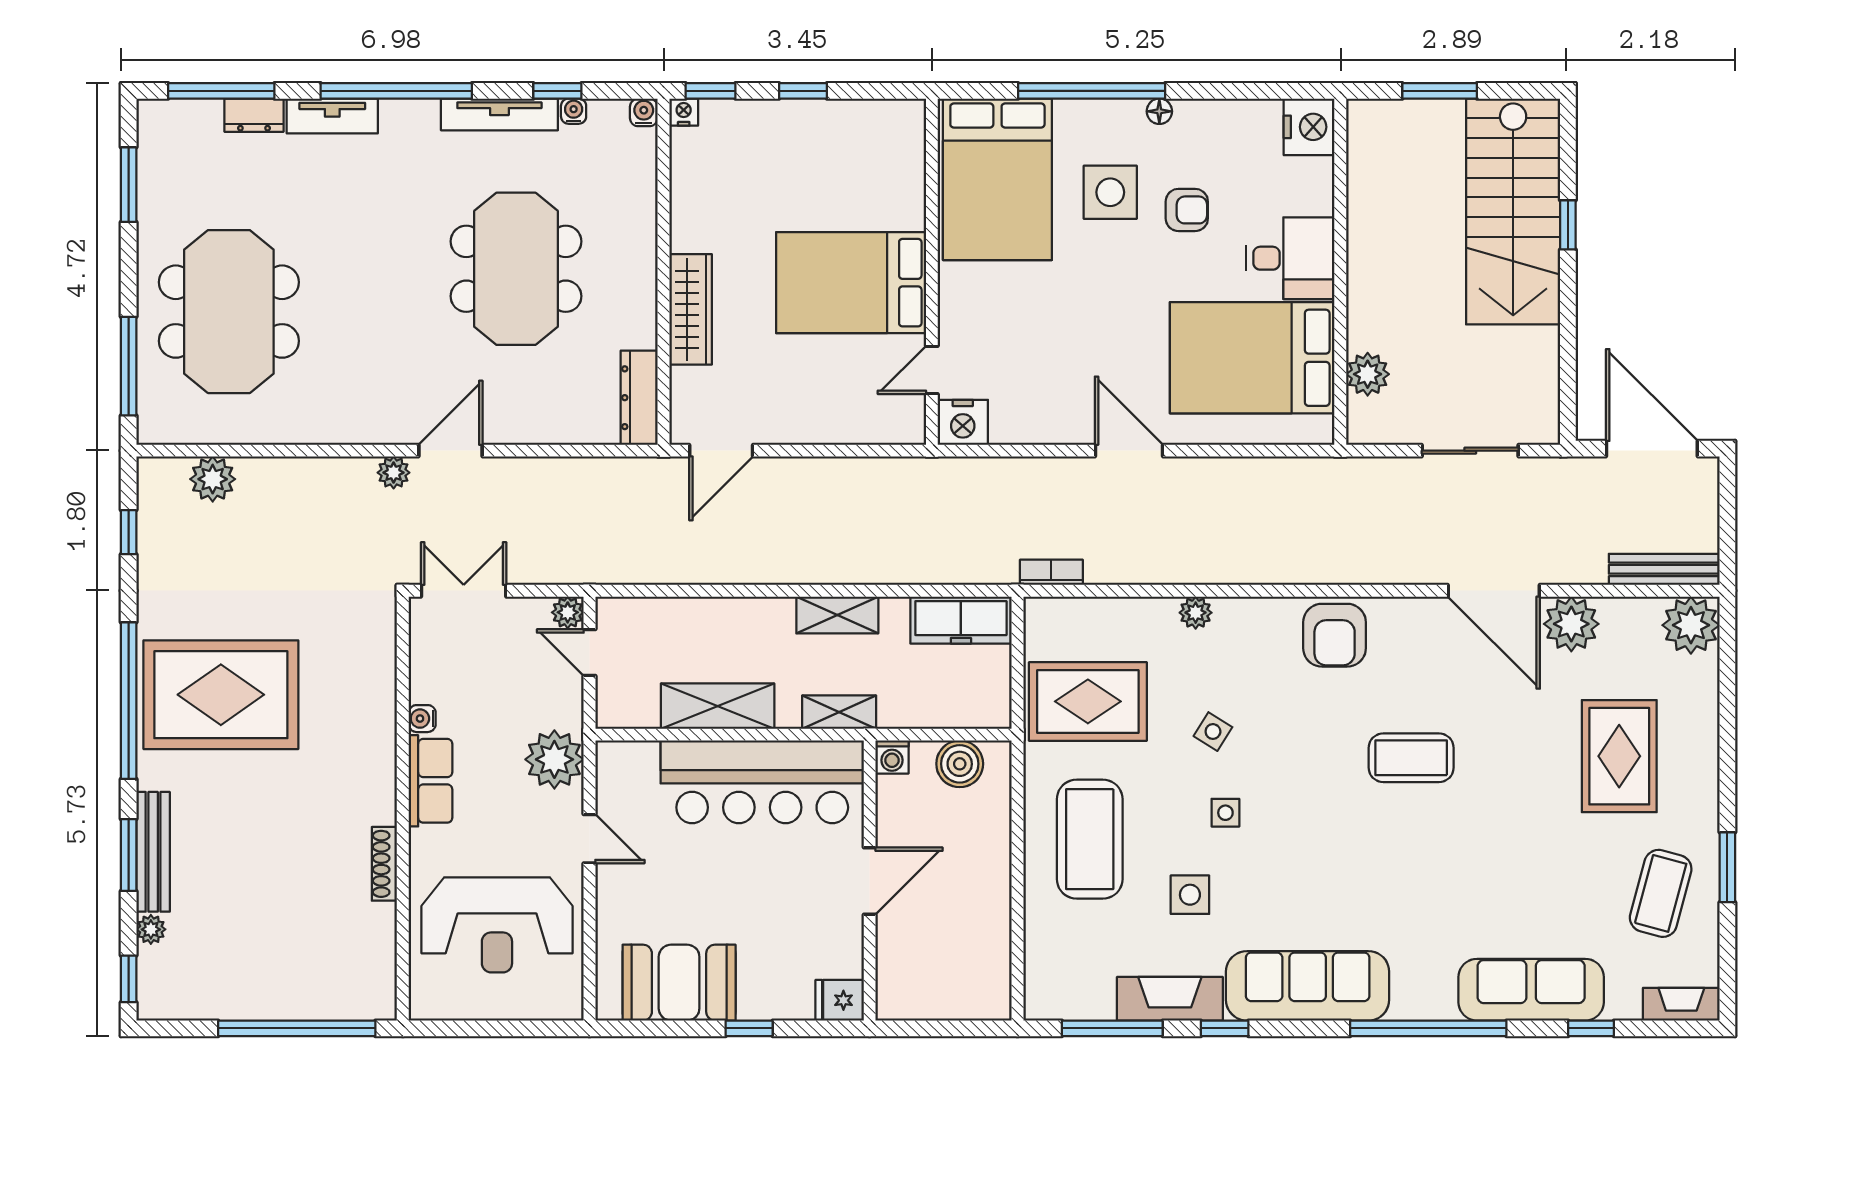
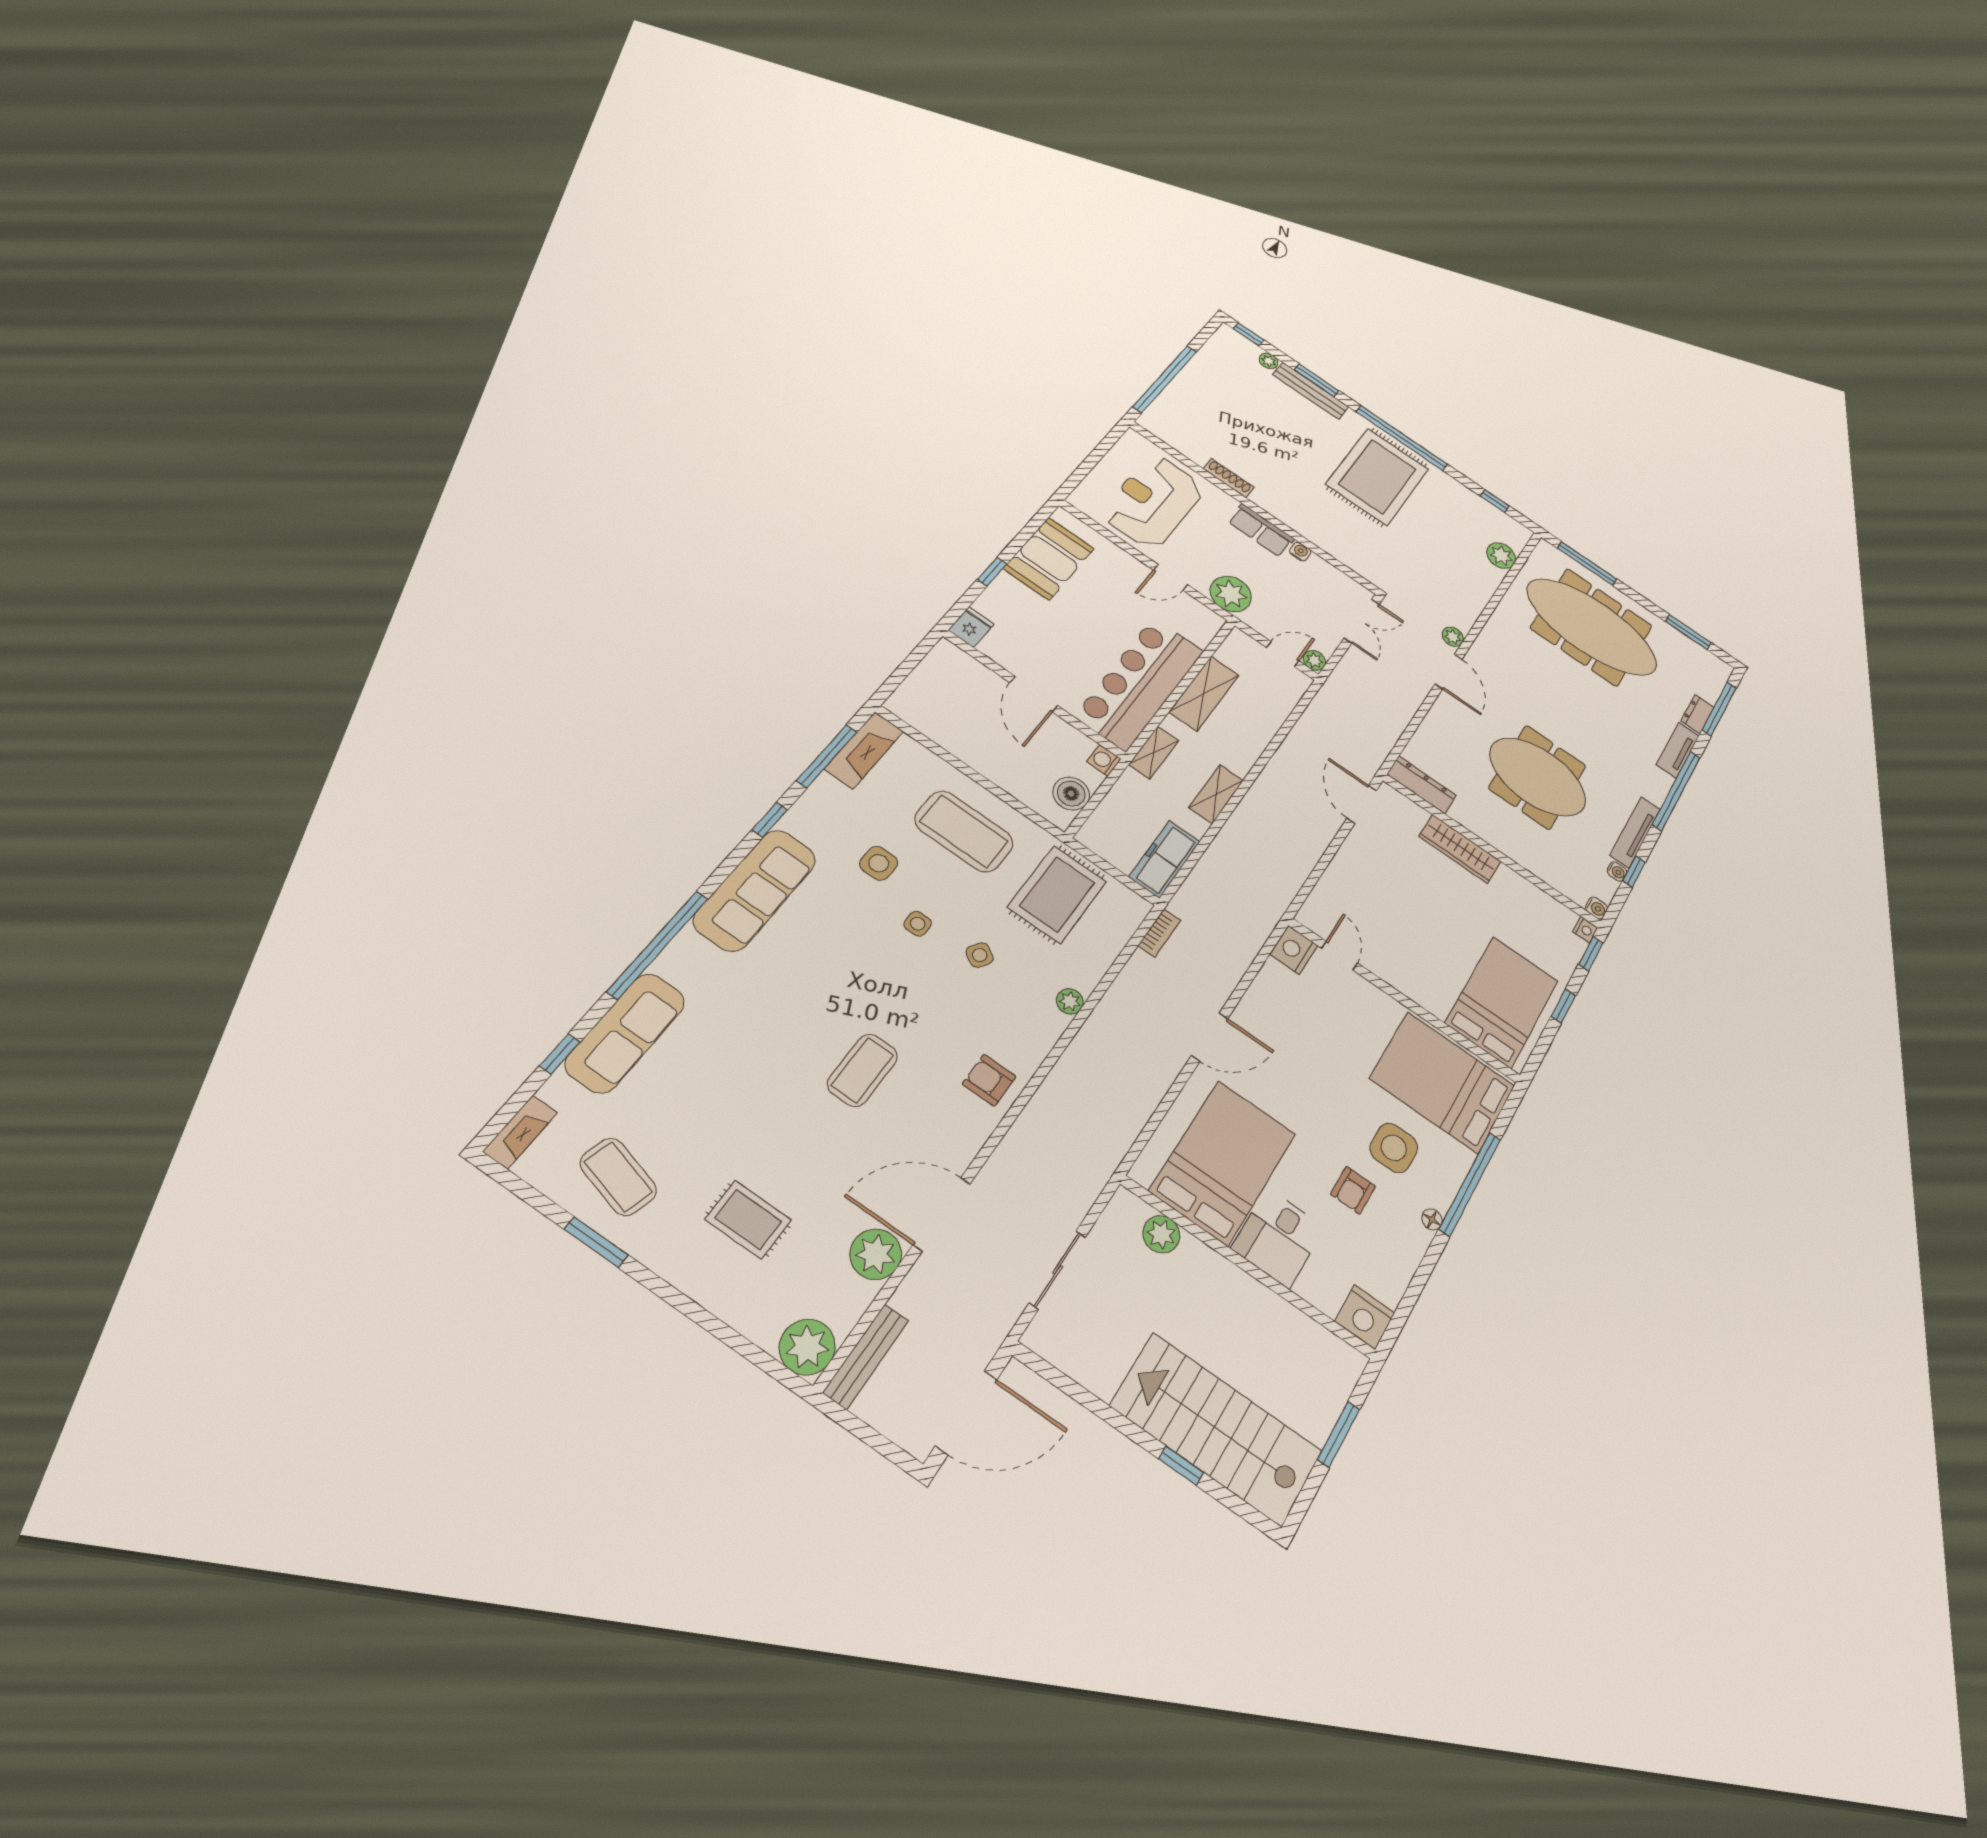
bed: (851, 283) -> (1502, 1002), moved
meeting table: (229, 312) -> (1592, 627), width x1.36
armchair: (1335, 635) -> (989, 1080), width x0.72, depth x0.72
rug: (1619, 756) -> (748, 1220), width x0.73, depth x0.70
fireplace: (1170, 999) -> (864, 750), moved

